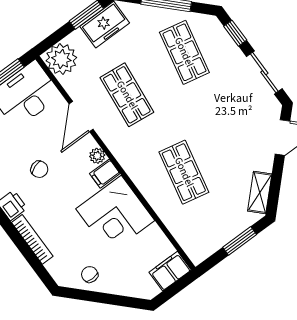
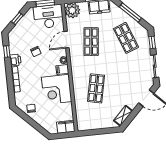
shop shelf: (184, 52) -> (126, 38), turned -33
window: (240, 241) -> (103, 131), removed

